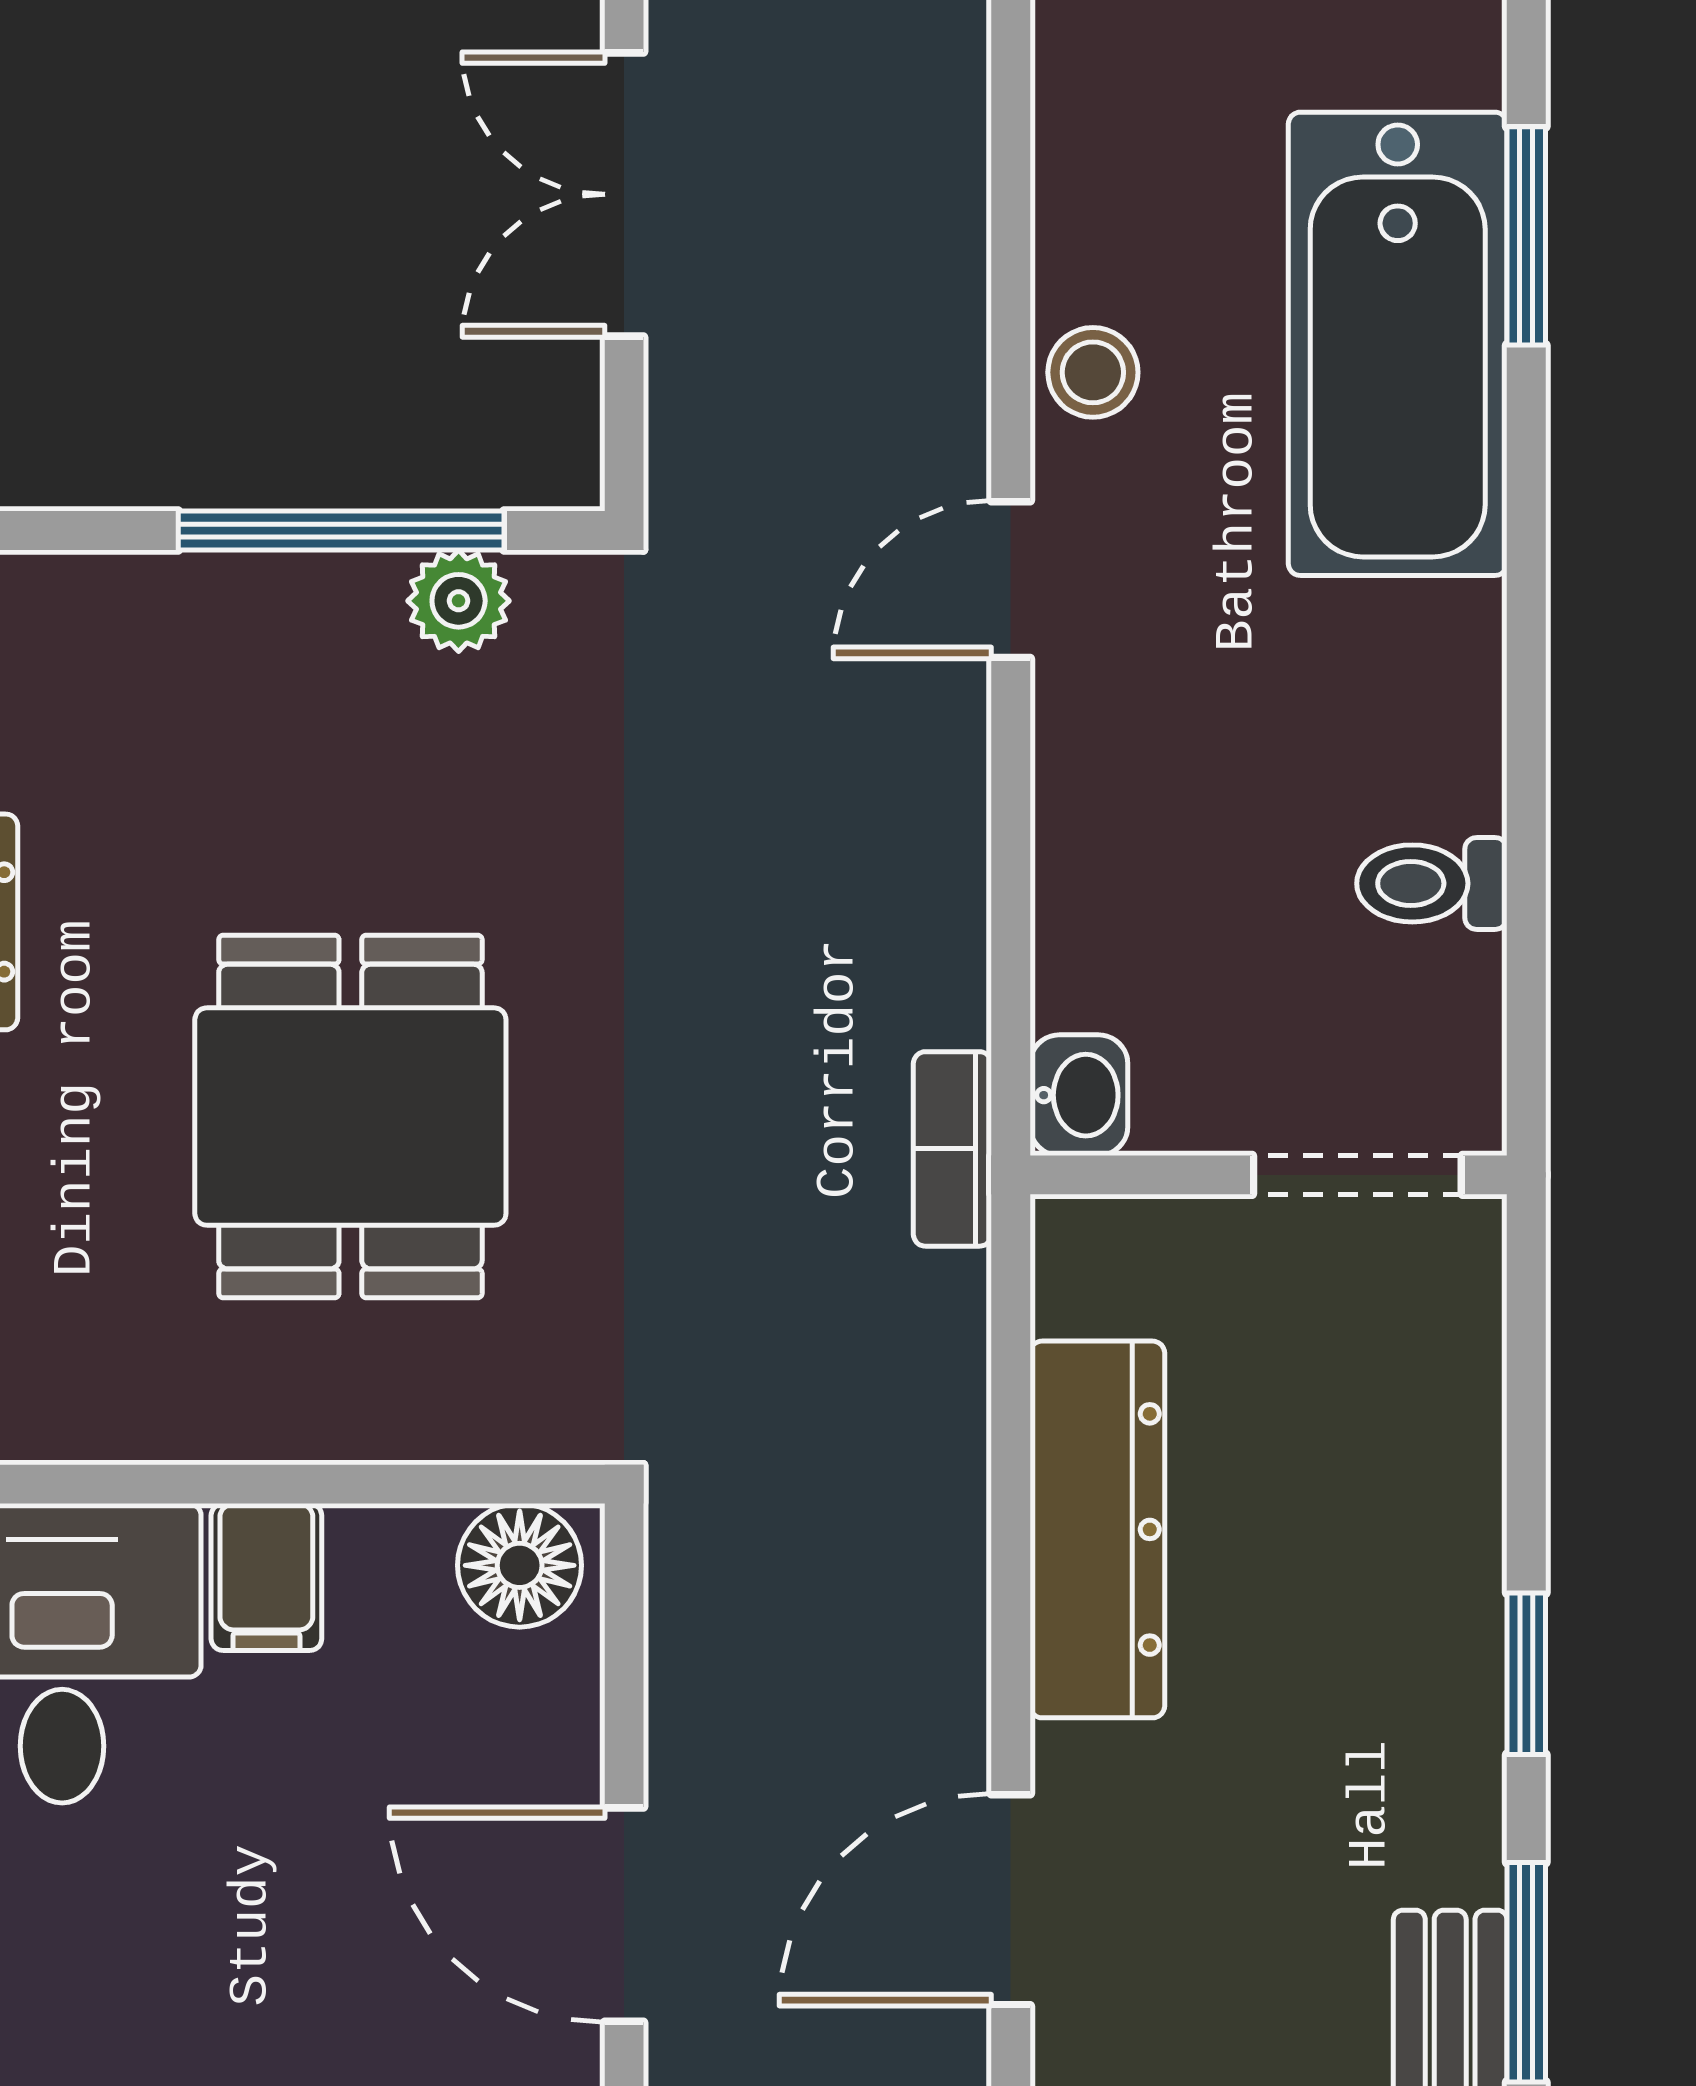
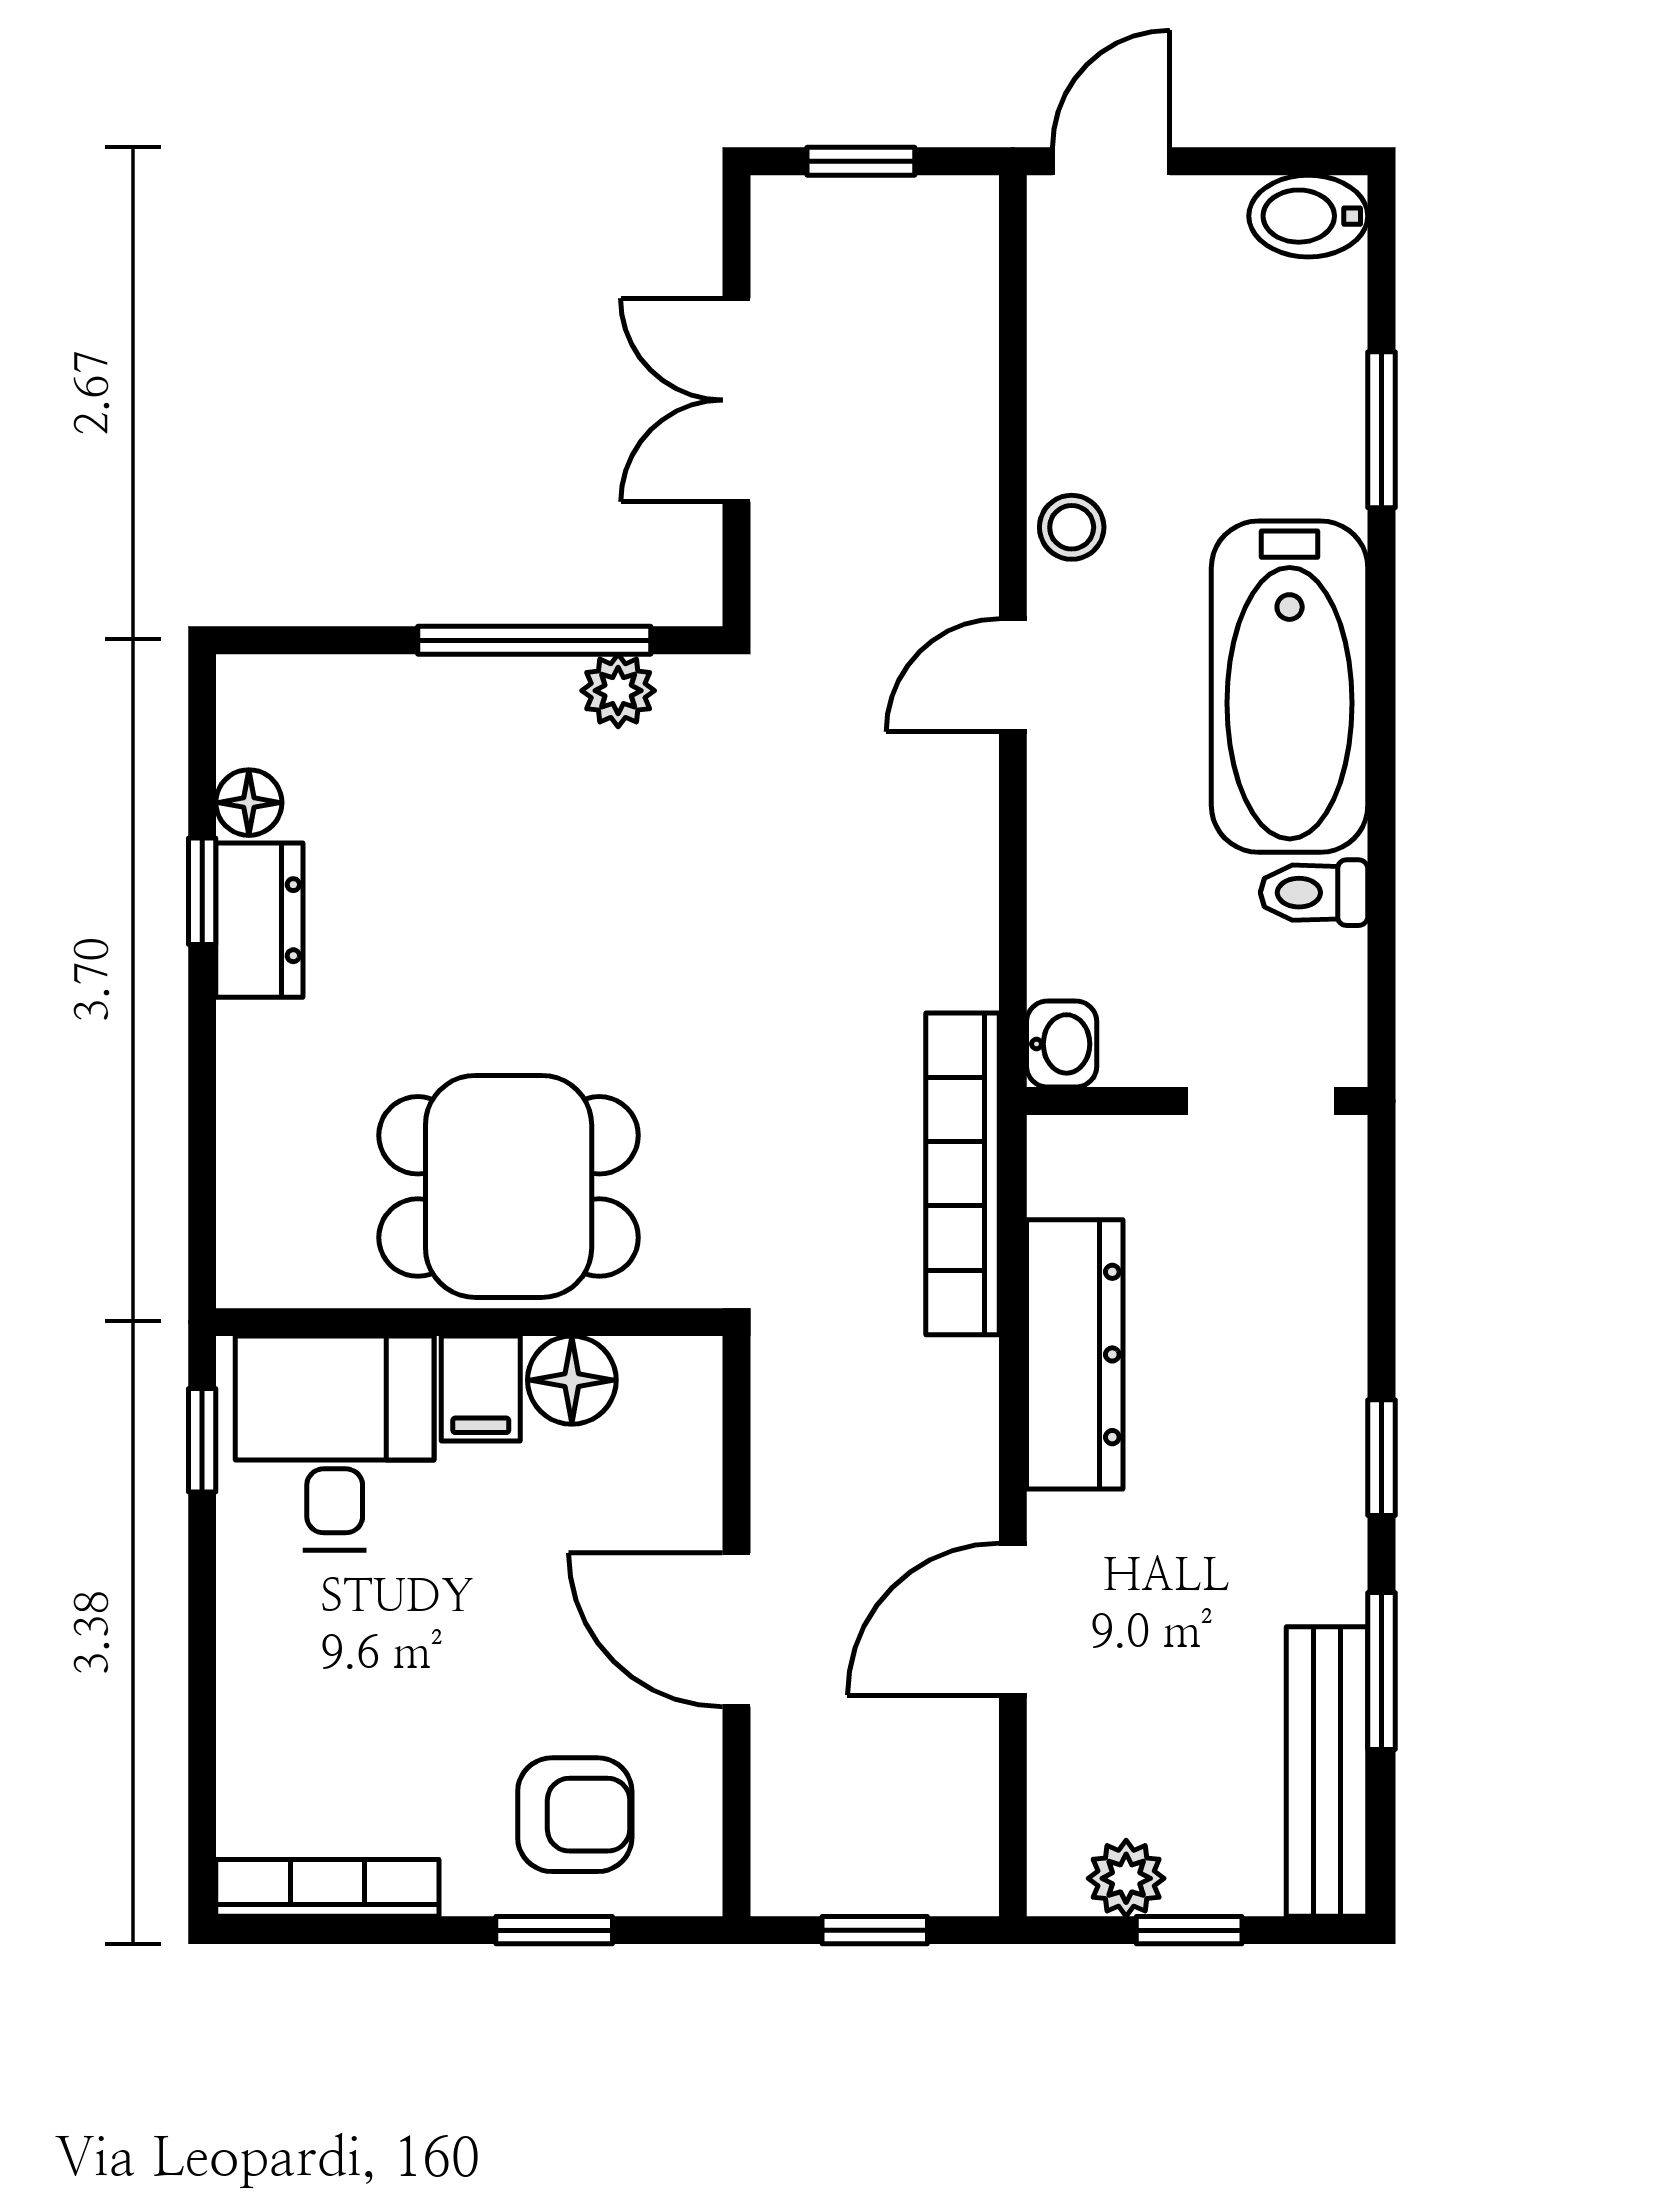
bathtub: (1398, 344) -> (1290, 687), moved
dining table: (350, 1117) -> (509, 1186), moved, turned 90
bookcase: (952, 1149) -> (963, 1174), width x2.31, depth x1.31
floor lamp: (520, 1565) -> (572, 1380), moved

